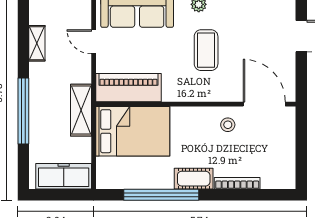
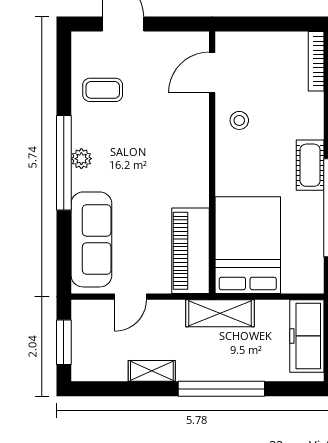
shelving: (37, 43) -> (152, 371), moved
coffee table: (206, 50) -> (103, 90), moved, width x0.73, depth x0.77
door: (264, 104) -> (212, 73), width x0.73
bookcase: (237, 183) -> (316, 61), moved

